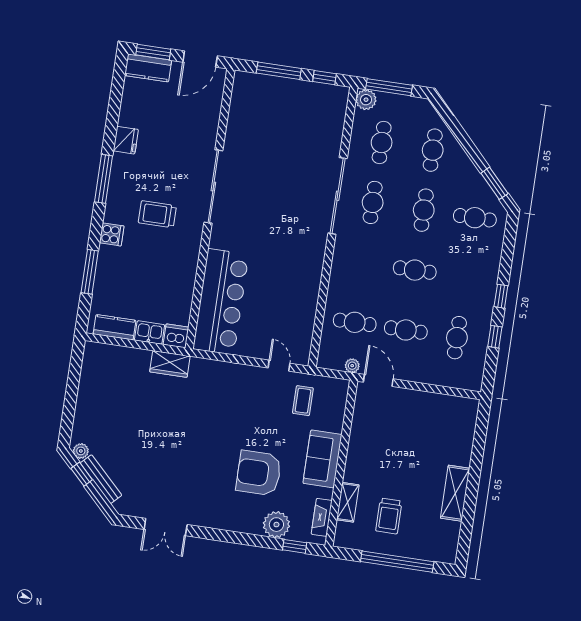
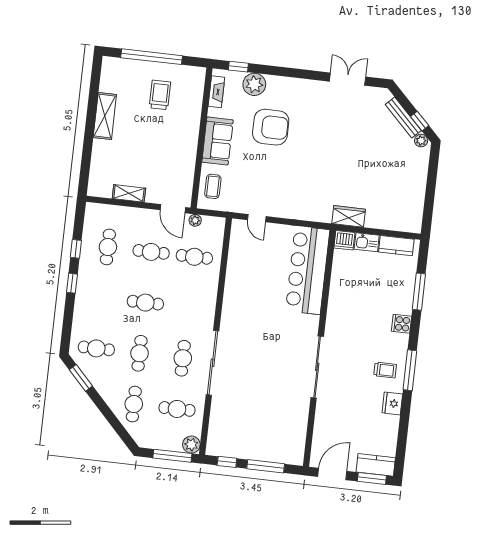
cafe table: (382, 143) -> (177, 409), turned 90
trolley: (157, 214) -> (385, 370), moved, width x0.73, depth x0.72
coffee table: (303, 401) -> (213, 186), moved
shelving: (348, 502) -> (129, 193), moved, turned 90

